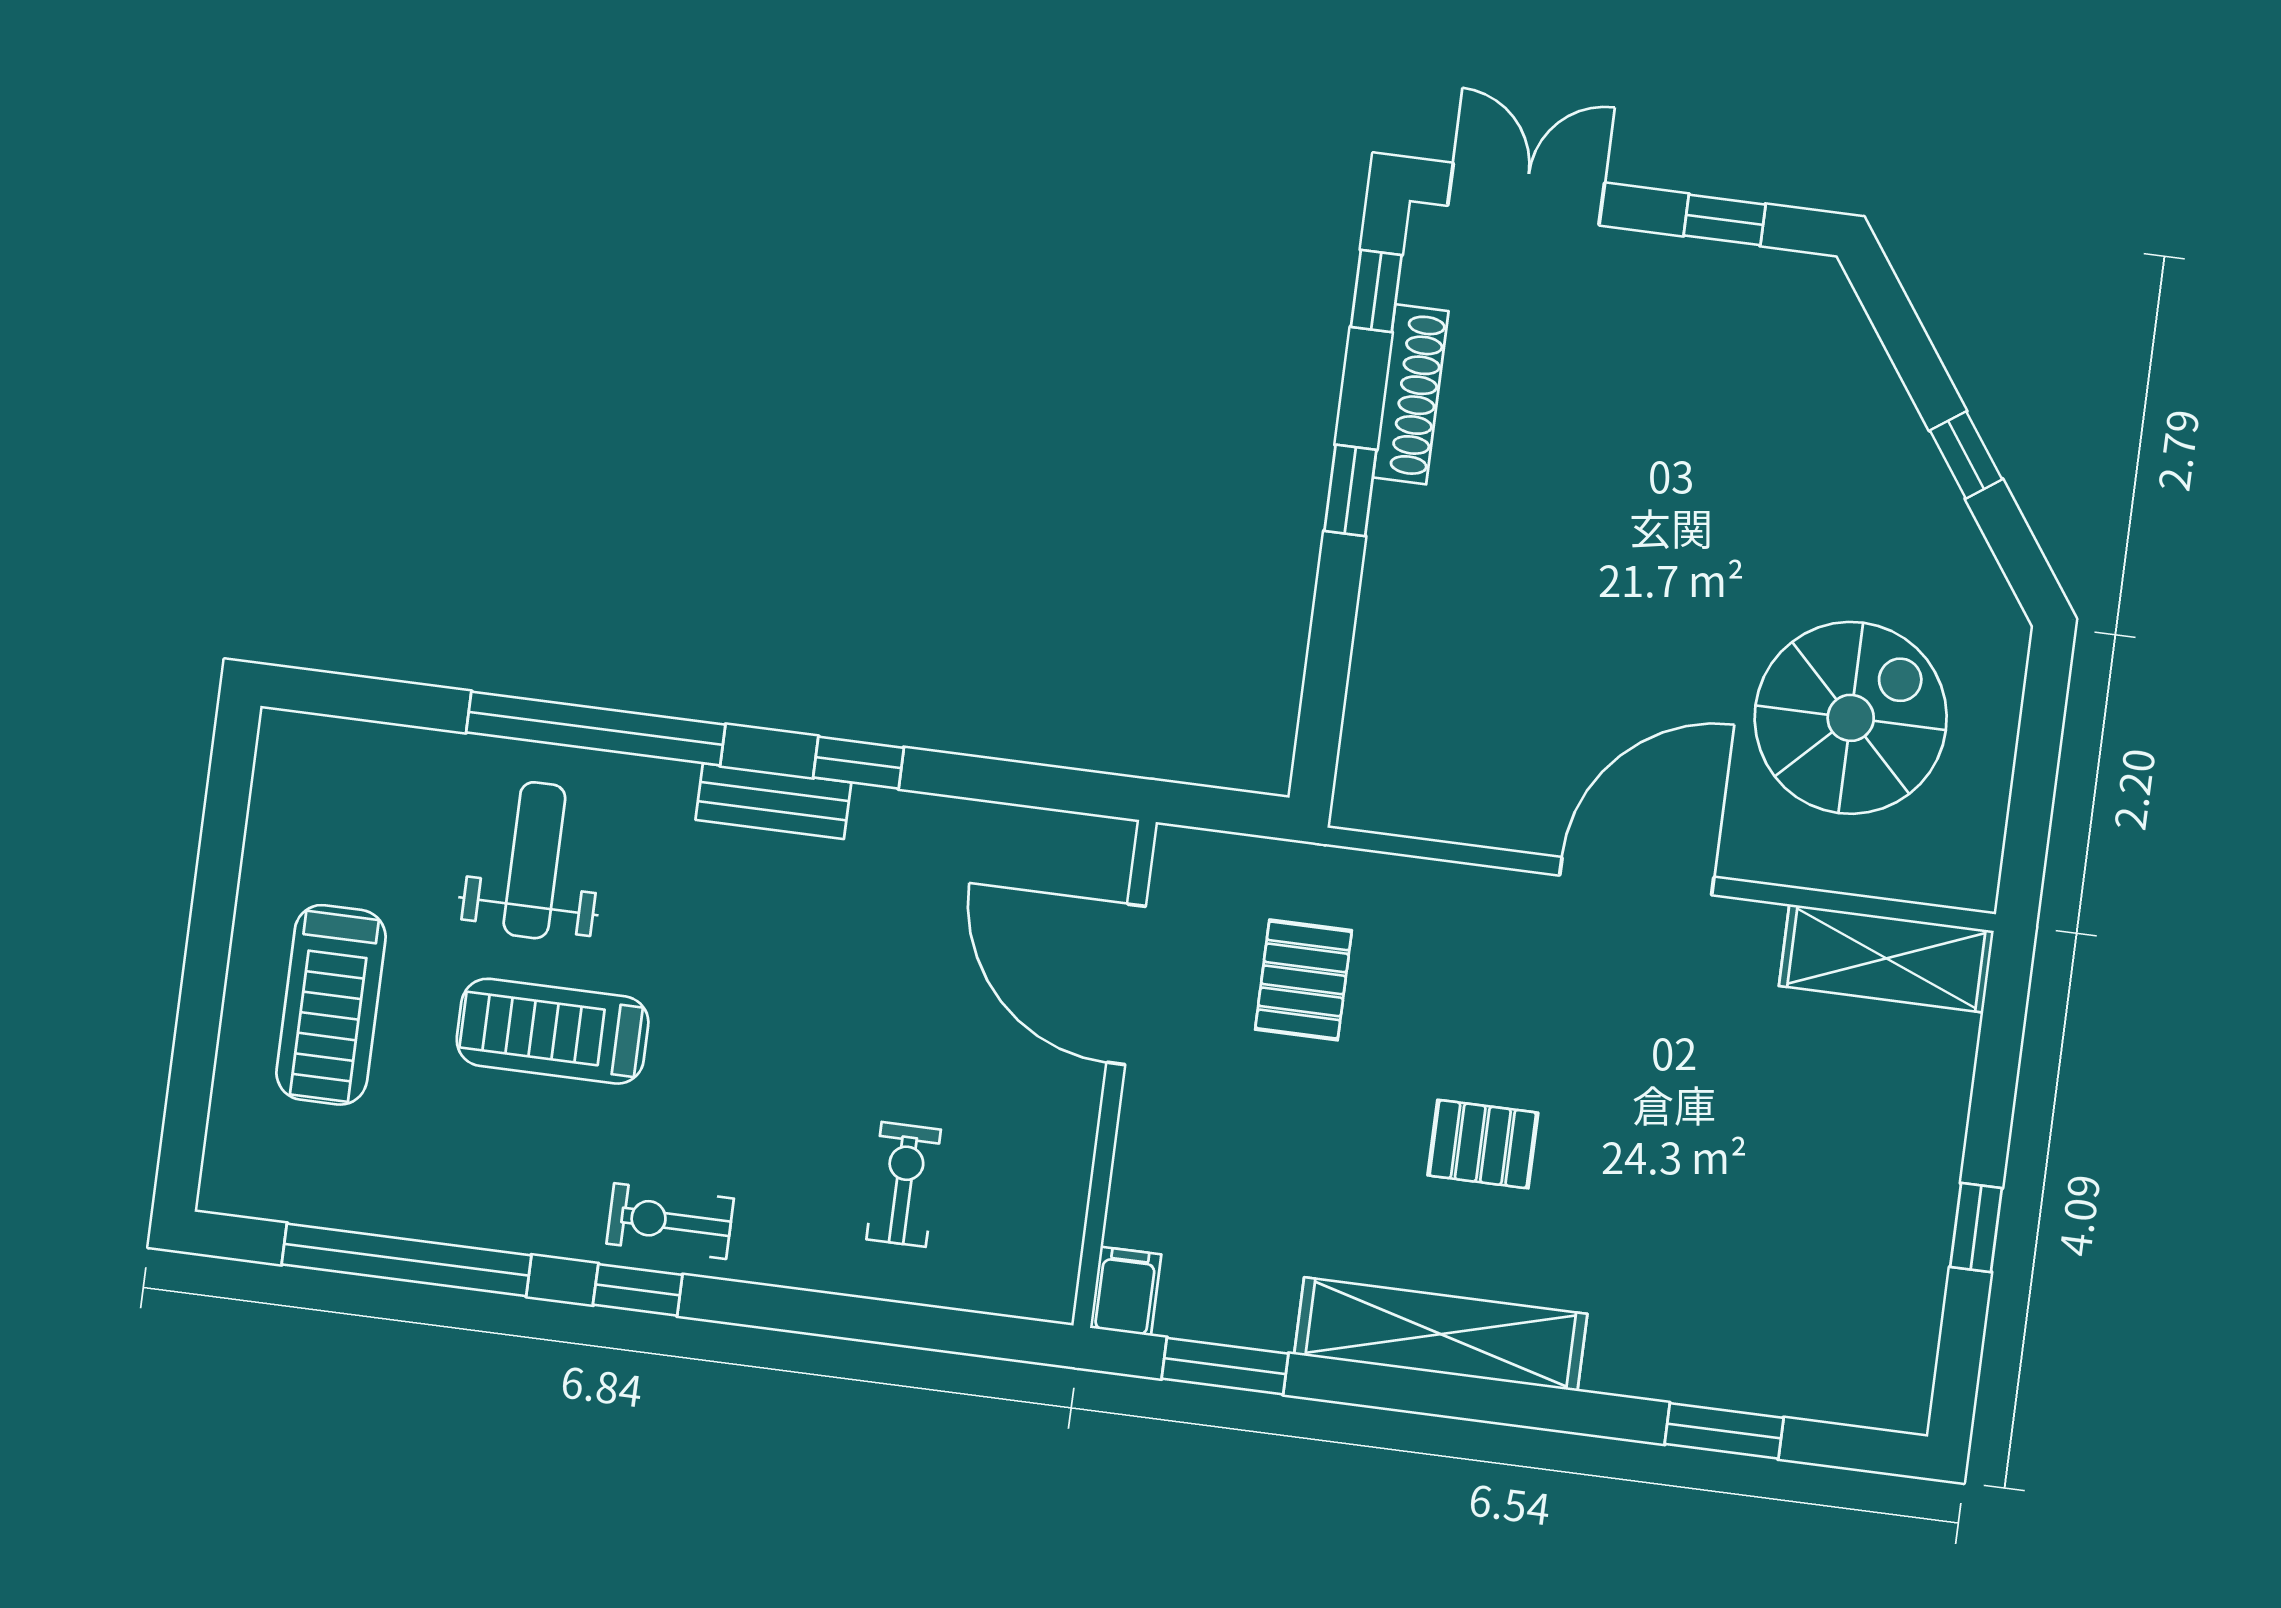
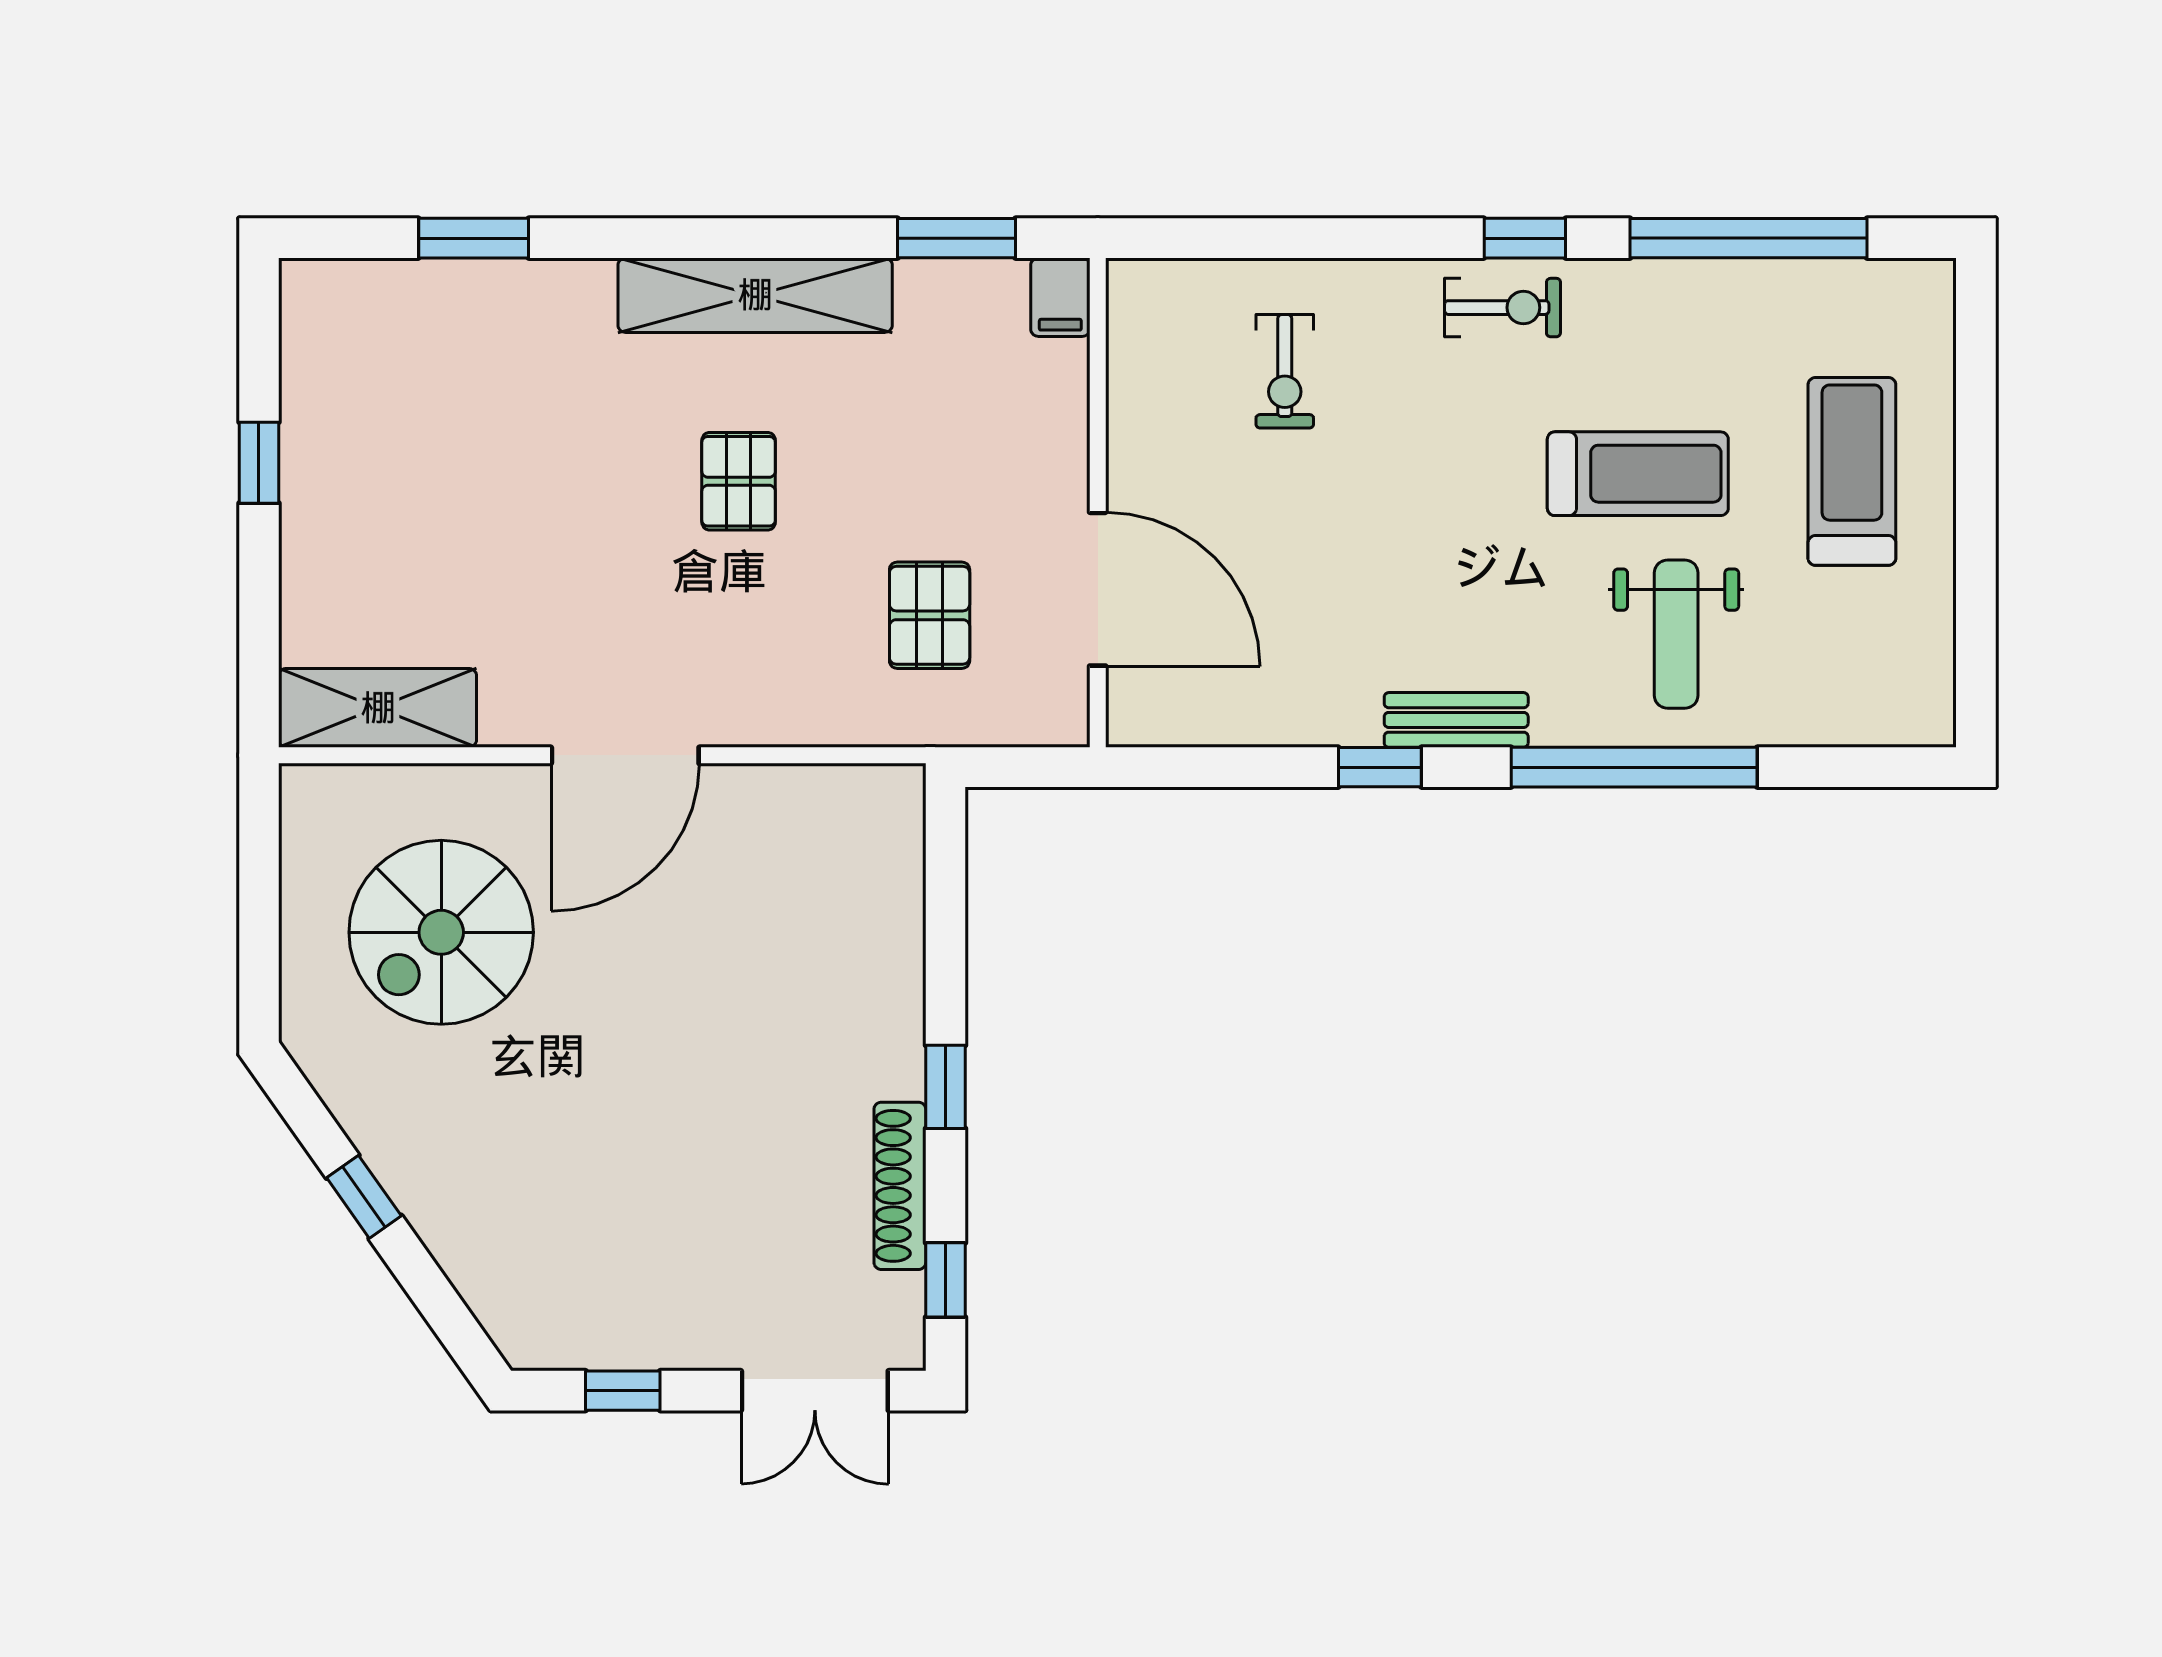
pallet: (1483, 1144) -> (739, 481), turned 90

